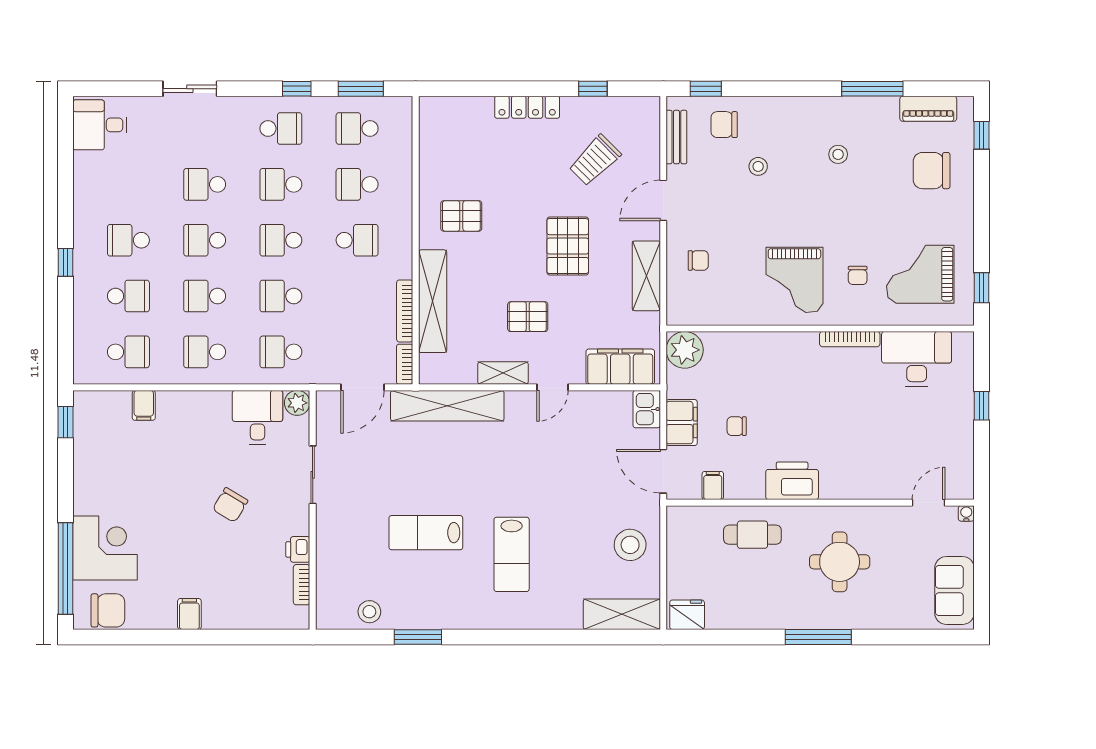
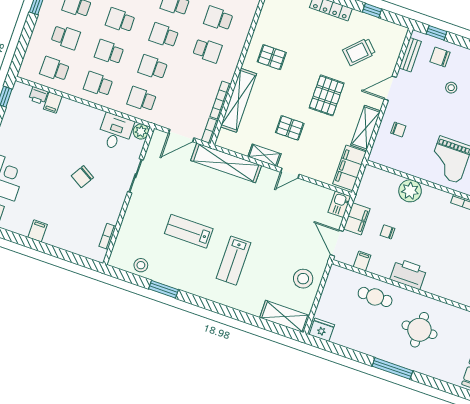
plant: (685, 350) -> (410, 191), moved
school desk: (128, 352) -> (55, 69), turned 180
filing cabinet: (620, 367) -> (349, 168), moved, turned -90
printer: (298, 549) -> (38, 96), moved, turned -90

